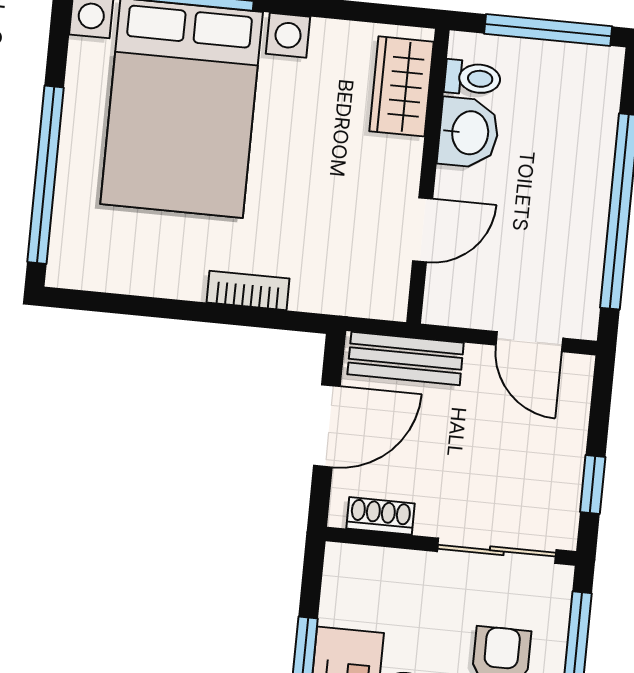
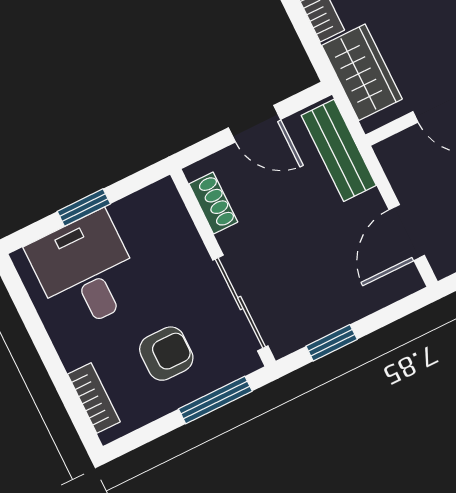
wardrobe: (342, 287) -> (362, 72), added
door: (327, 426) -> (255, 124), width x0.73

